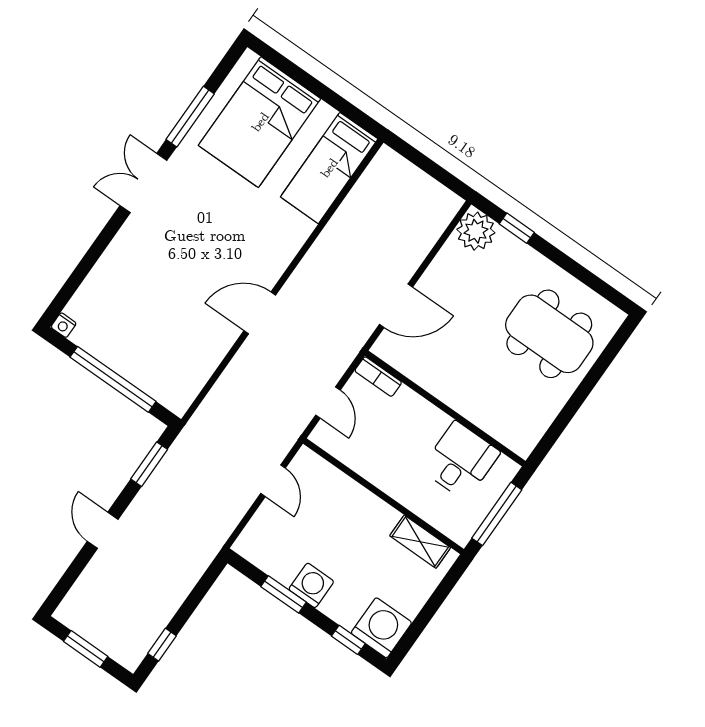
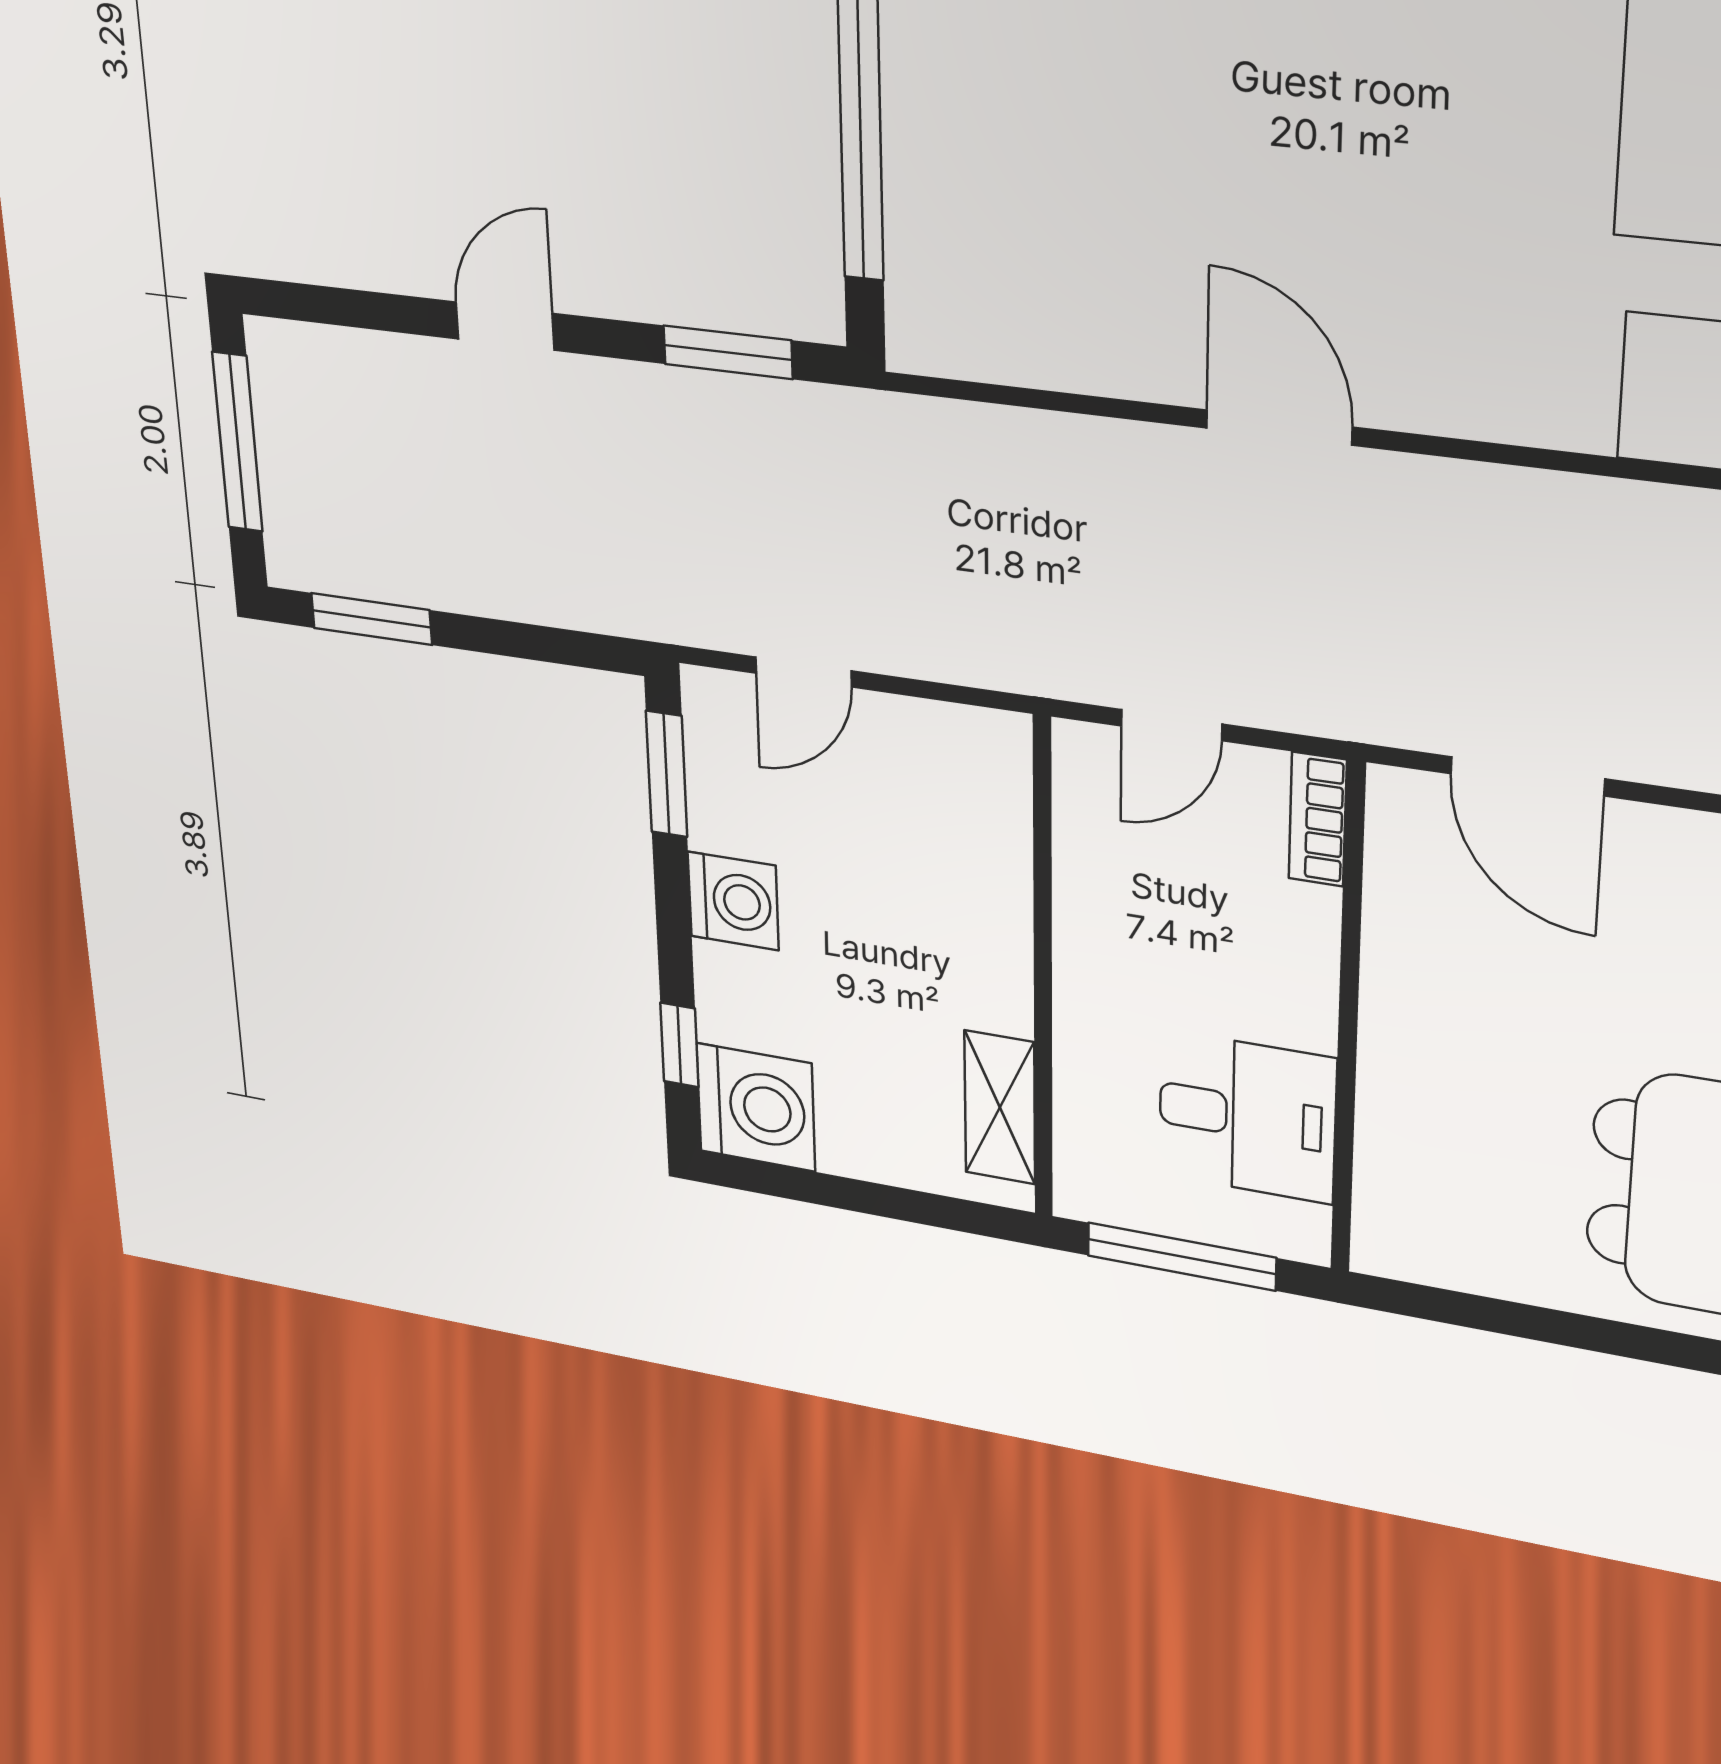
door: (273, 481) -> (803, 672), moved
window: (284, 594) -> (667, 774), moved
window: (162, 645) -> (371, 619), width x1.50
window: (86, 649) -> (237, 442), width x1.44

